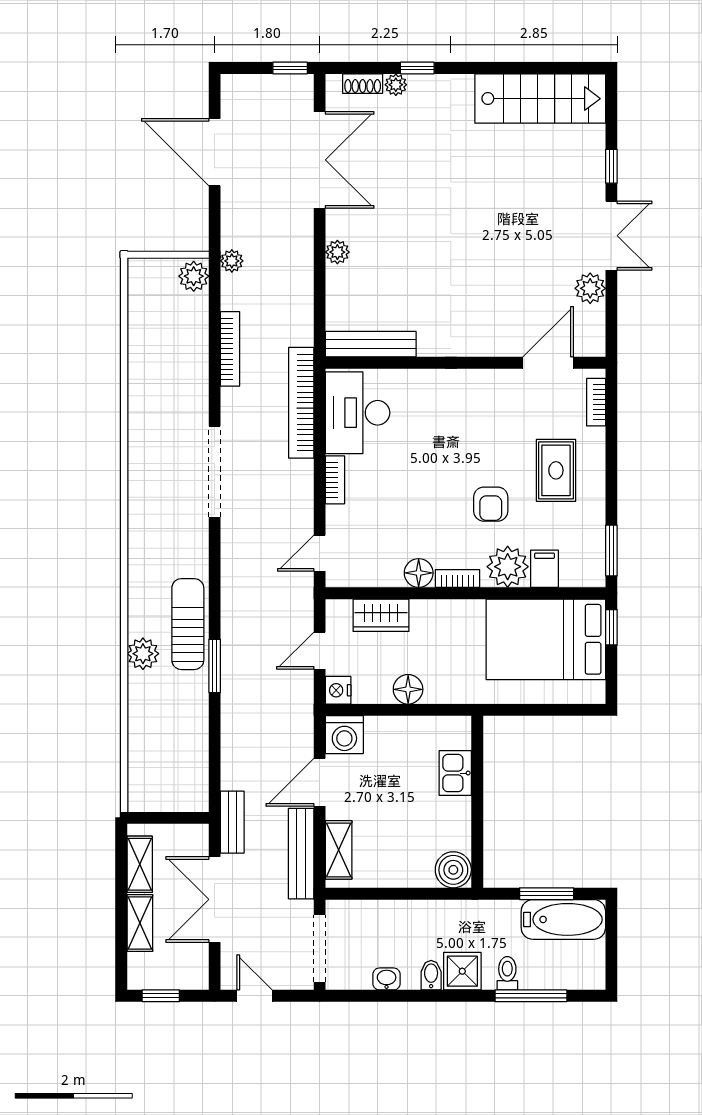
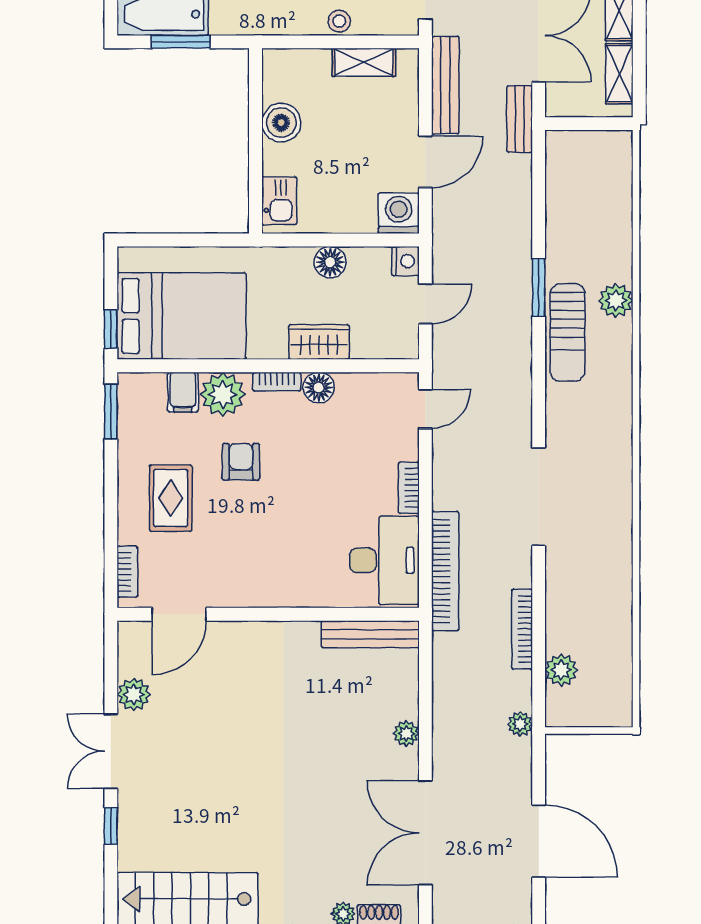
plant: (194, 276) -> (561, 670), moved
wardrobe: (381, 615) -> (319, 342), moved
kitchen sink: (455, 773) -> (279, 201), moved
shelving: (339, 850) -> (364, 62), moved, turned 90
boiler: (453, 870) -> (281, 123), moved
stool: (400, 913) -> (339, 21), added

